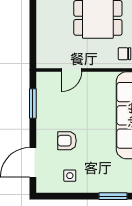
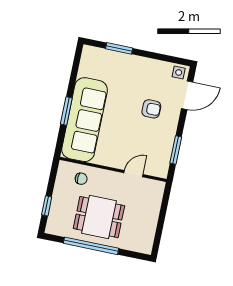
side table: (70, 176) -> (179, 72), moved

